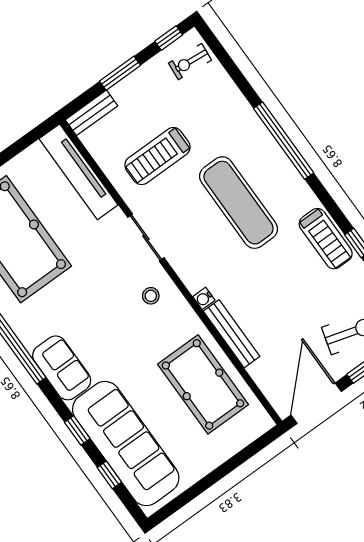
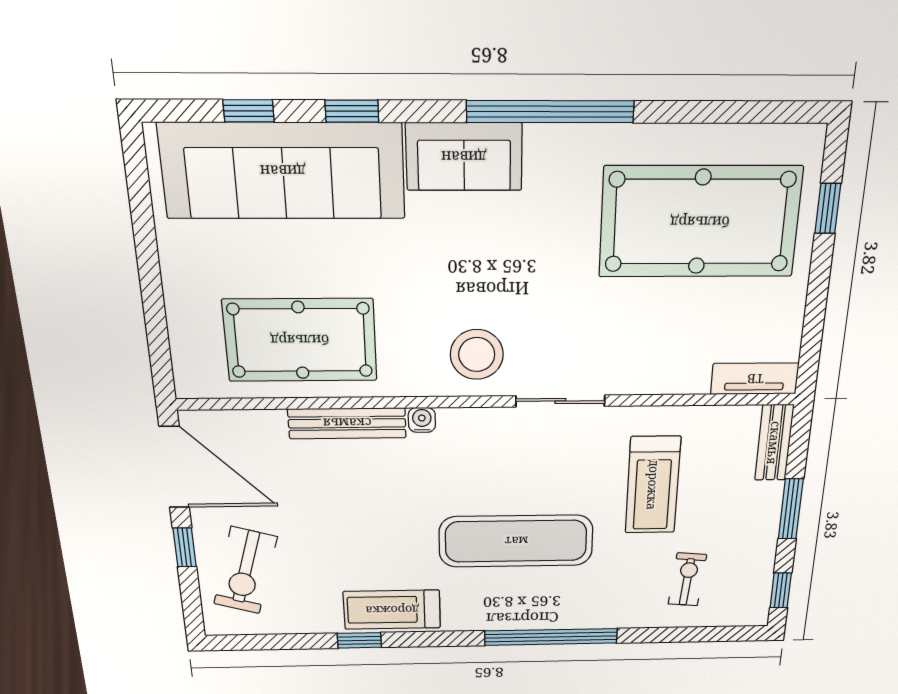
exercise bike: (190, 62) -> (687, 579), moved
treadmill: (157, 156) -> (653, 485), turned 180
tv unit: (78, 172) -> (755, 379), width x0.52, depth x0.78
stool: (151, 296) -> (477, 354), width x1.89, depth x1.89

